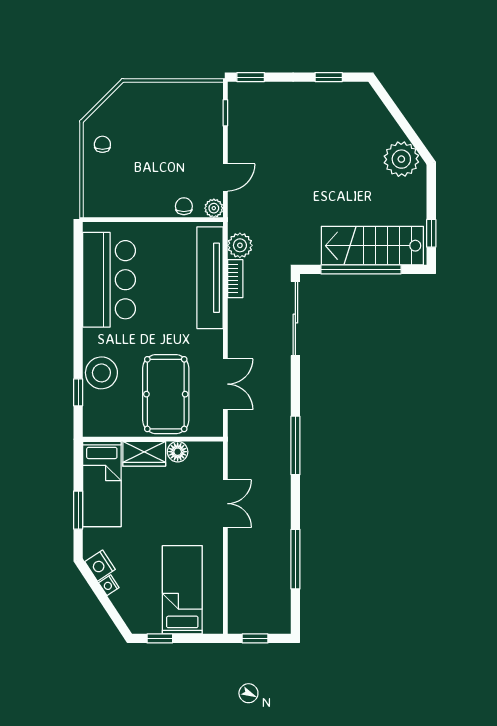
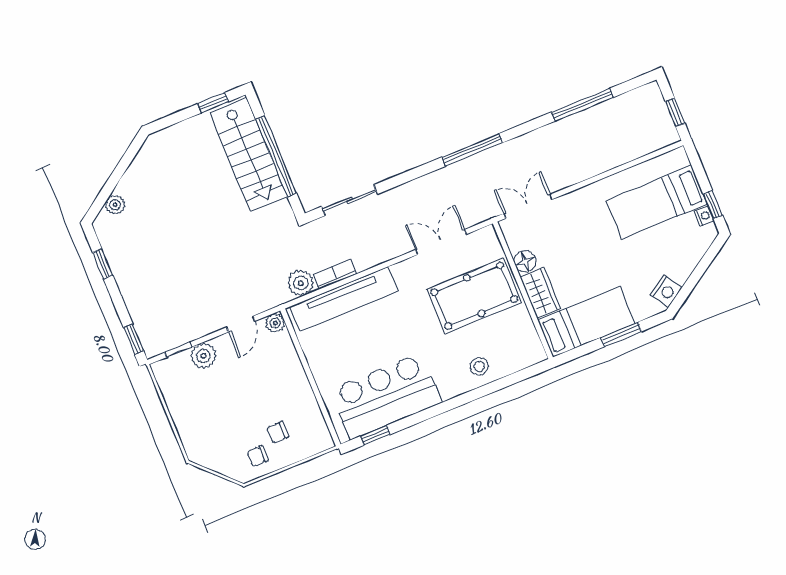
plant: (211, 133) -> (203, 356), added
plant: (401, 159) -> (115, 205), moved, width x0.53, depth x0.53
door: (225, 177) -> (241, 324), swing flipped
chair: (184, 206) -> (278, 432), moved
sliding door: (295, 319) -> (350, 200), width x0.73
stool: (101, 373) -> (479, 366), width x0.53, depth x0.53
window: (78, 392) -> (375, 435), moved
double door: (225, 504) -> (528, 206), moved
nightstand: (109, 585) -> (704, 216), moved, turned -57

